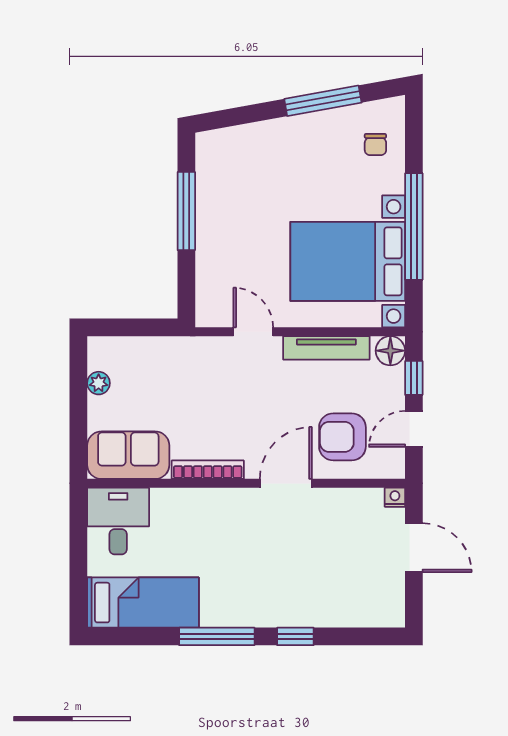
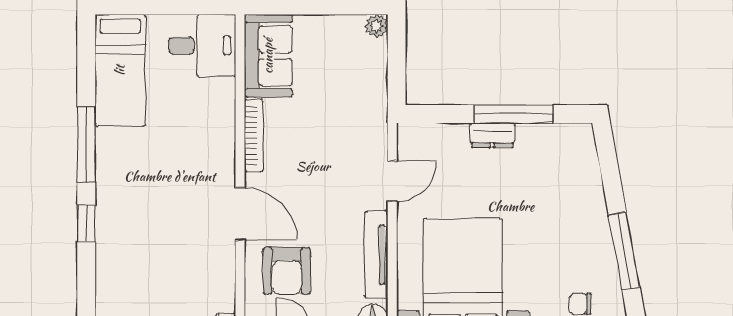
dresser: (207, 232) -> (492, 135), added
plant: (99, 383) -> (376, 26), moved
armchair: (342, 437) -> (287, 271), turned 180

